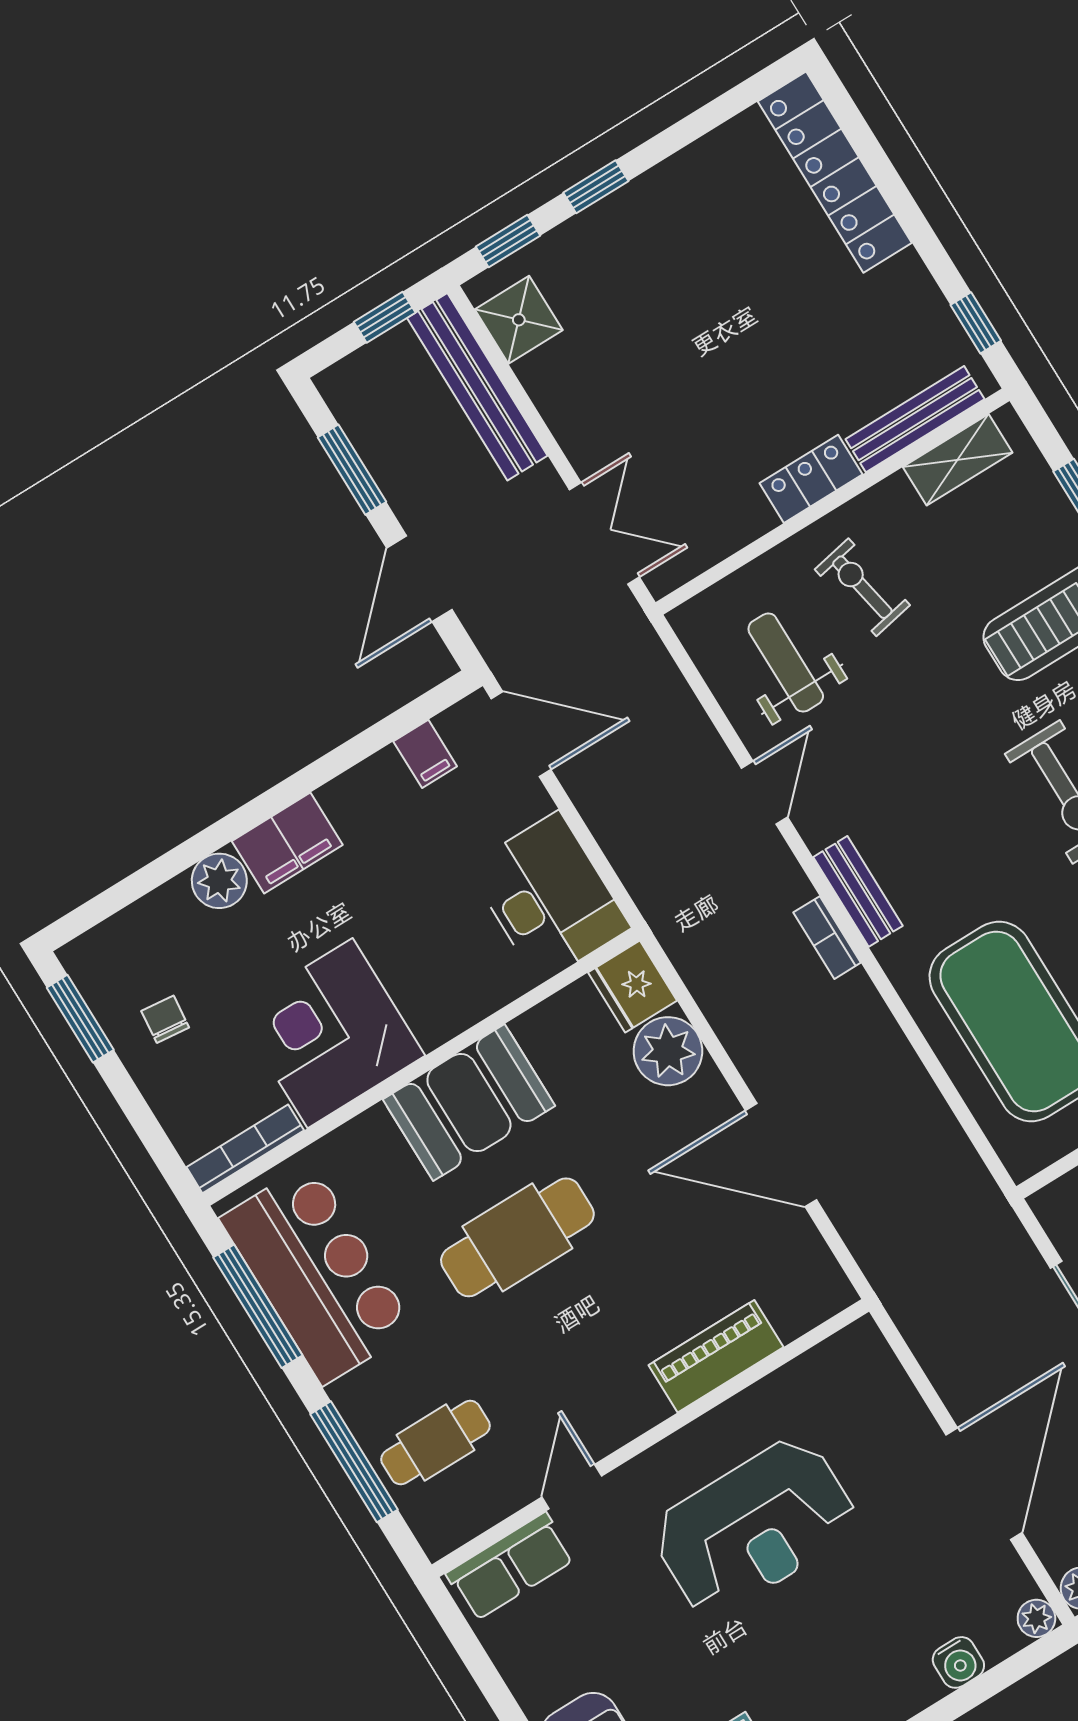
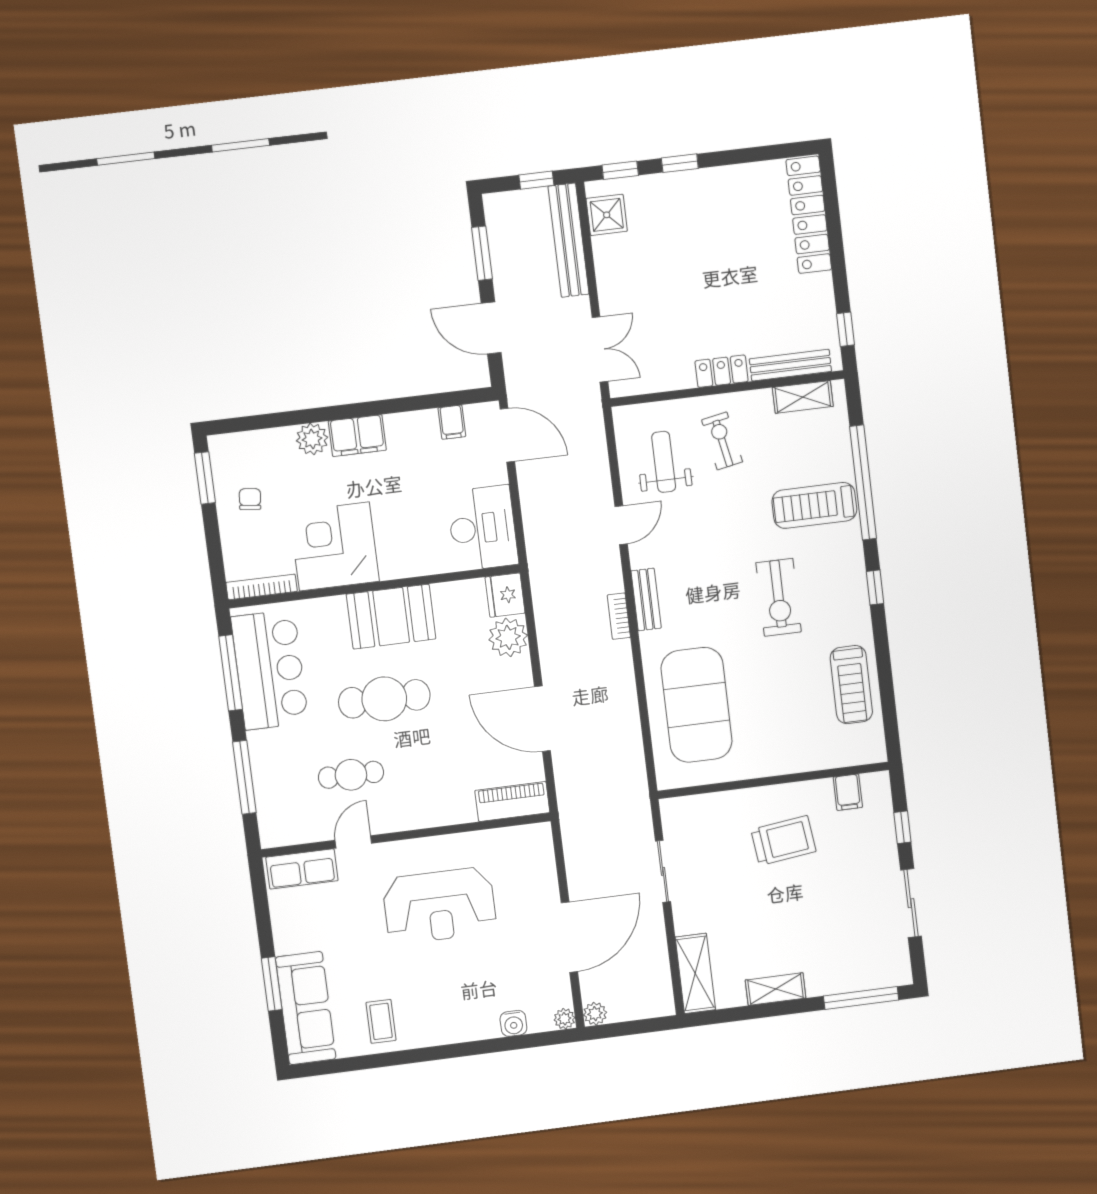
door: (419, 579) -> (491, 328), hinge flipped
piano: (716, 1356) -> (512, 801), moved
cafe table: (435, 1443) -> (351, 775), moved

